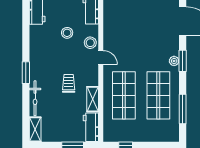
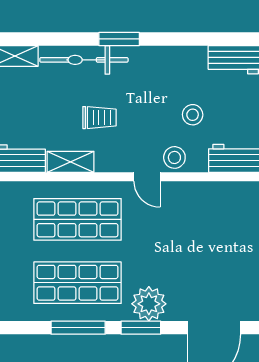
door: (101, 58) -> (147, 177), hinge flipped
plant: (174, 61) -> (149, 304), width x1.88, depth x1.88
bicycle: (35, 98) -> (84, 60), width x1.37, depth x1.40
window: (183, 109) -> (78, 328), moved

